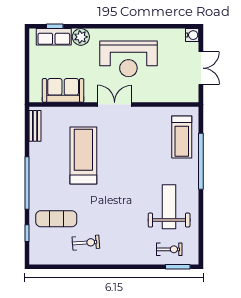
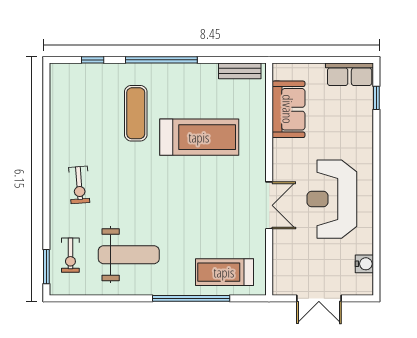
water cooler: (192, 35) -> (364, 264), moved, turned -90
row of seats: (54, 37) -> (350, 74), moved, turned -90
plant: (81, 37) -> (362, 134), removed
double door: (115, 105) -> (269, 205), moved
exercise mat: (56, 219) -> (136, 113), moved
exercise bike: (86, 243) -> (79, 185), moved

